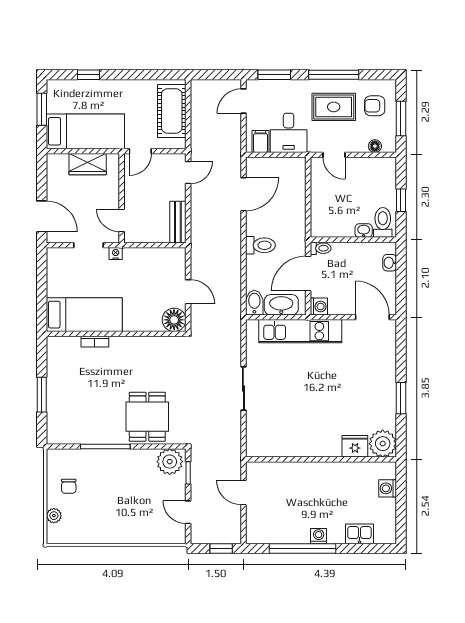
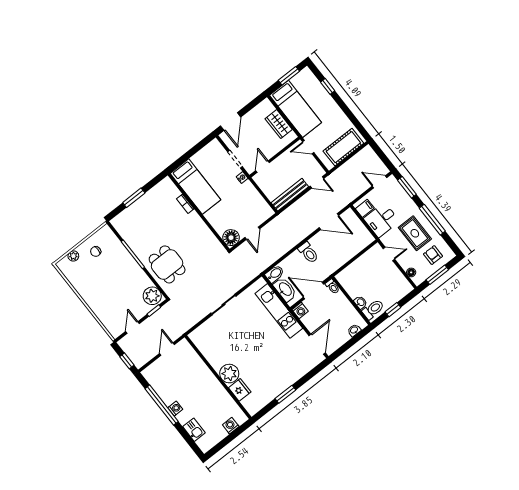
door: (334, 155) -> (389, 254), swing flipped
bench: (178, 222) -> (290, 195), width x1.36
dining table: (147, 417) -> (167, 264), turned 90
plant: (383, 444) -> (229, 374), moved

